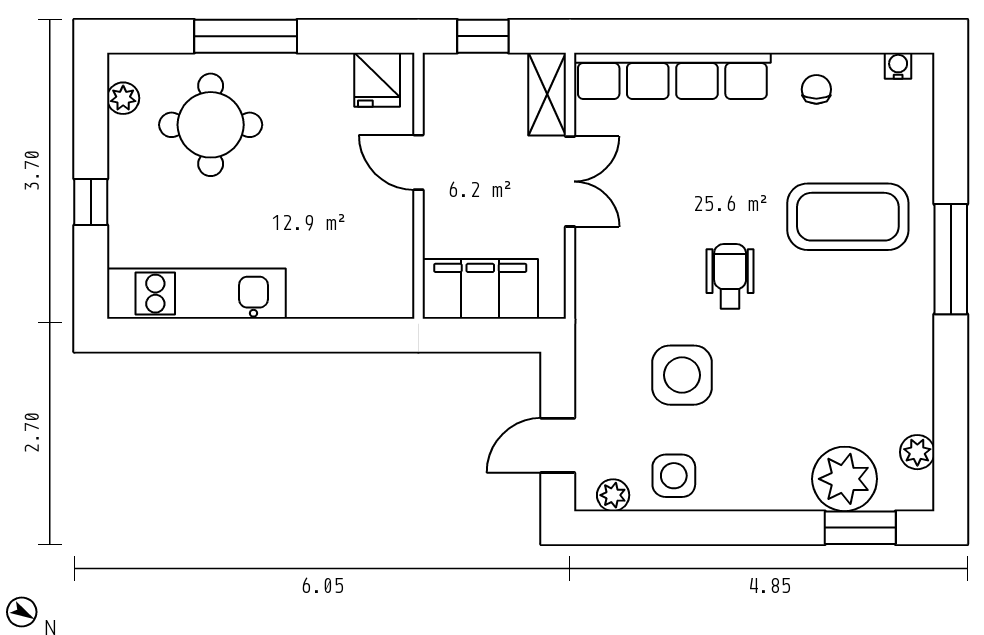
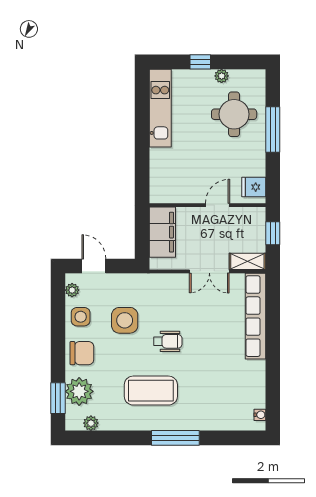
chair: (816, 89) -> (82, 353), moved, width x1.87, depth x1.87
plant: (123, 98) -> (222, 76), moved
coffee table: (848, 217) -> (151, 391), moved, turned 90

